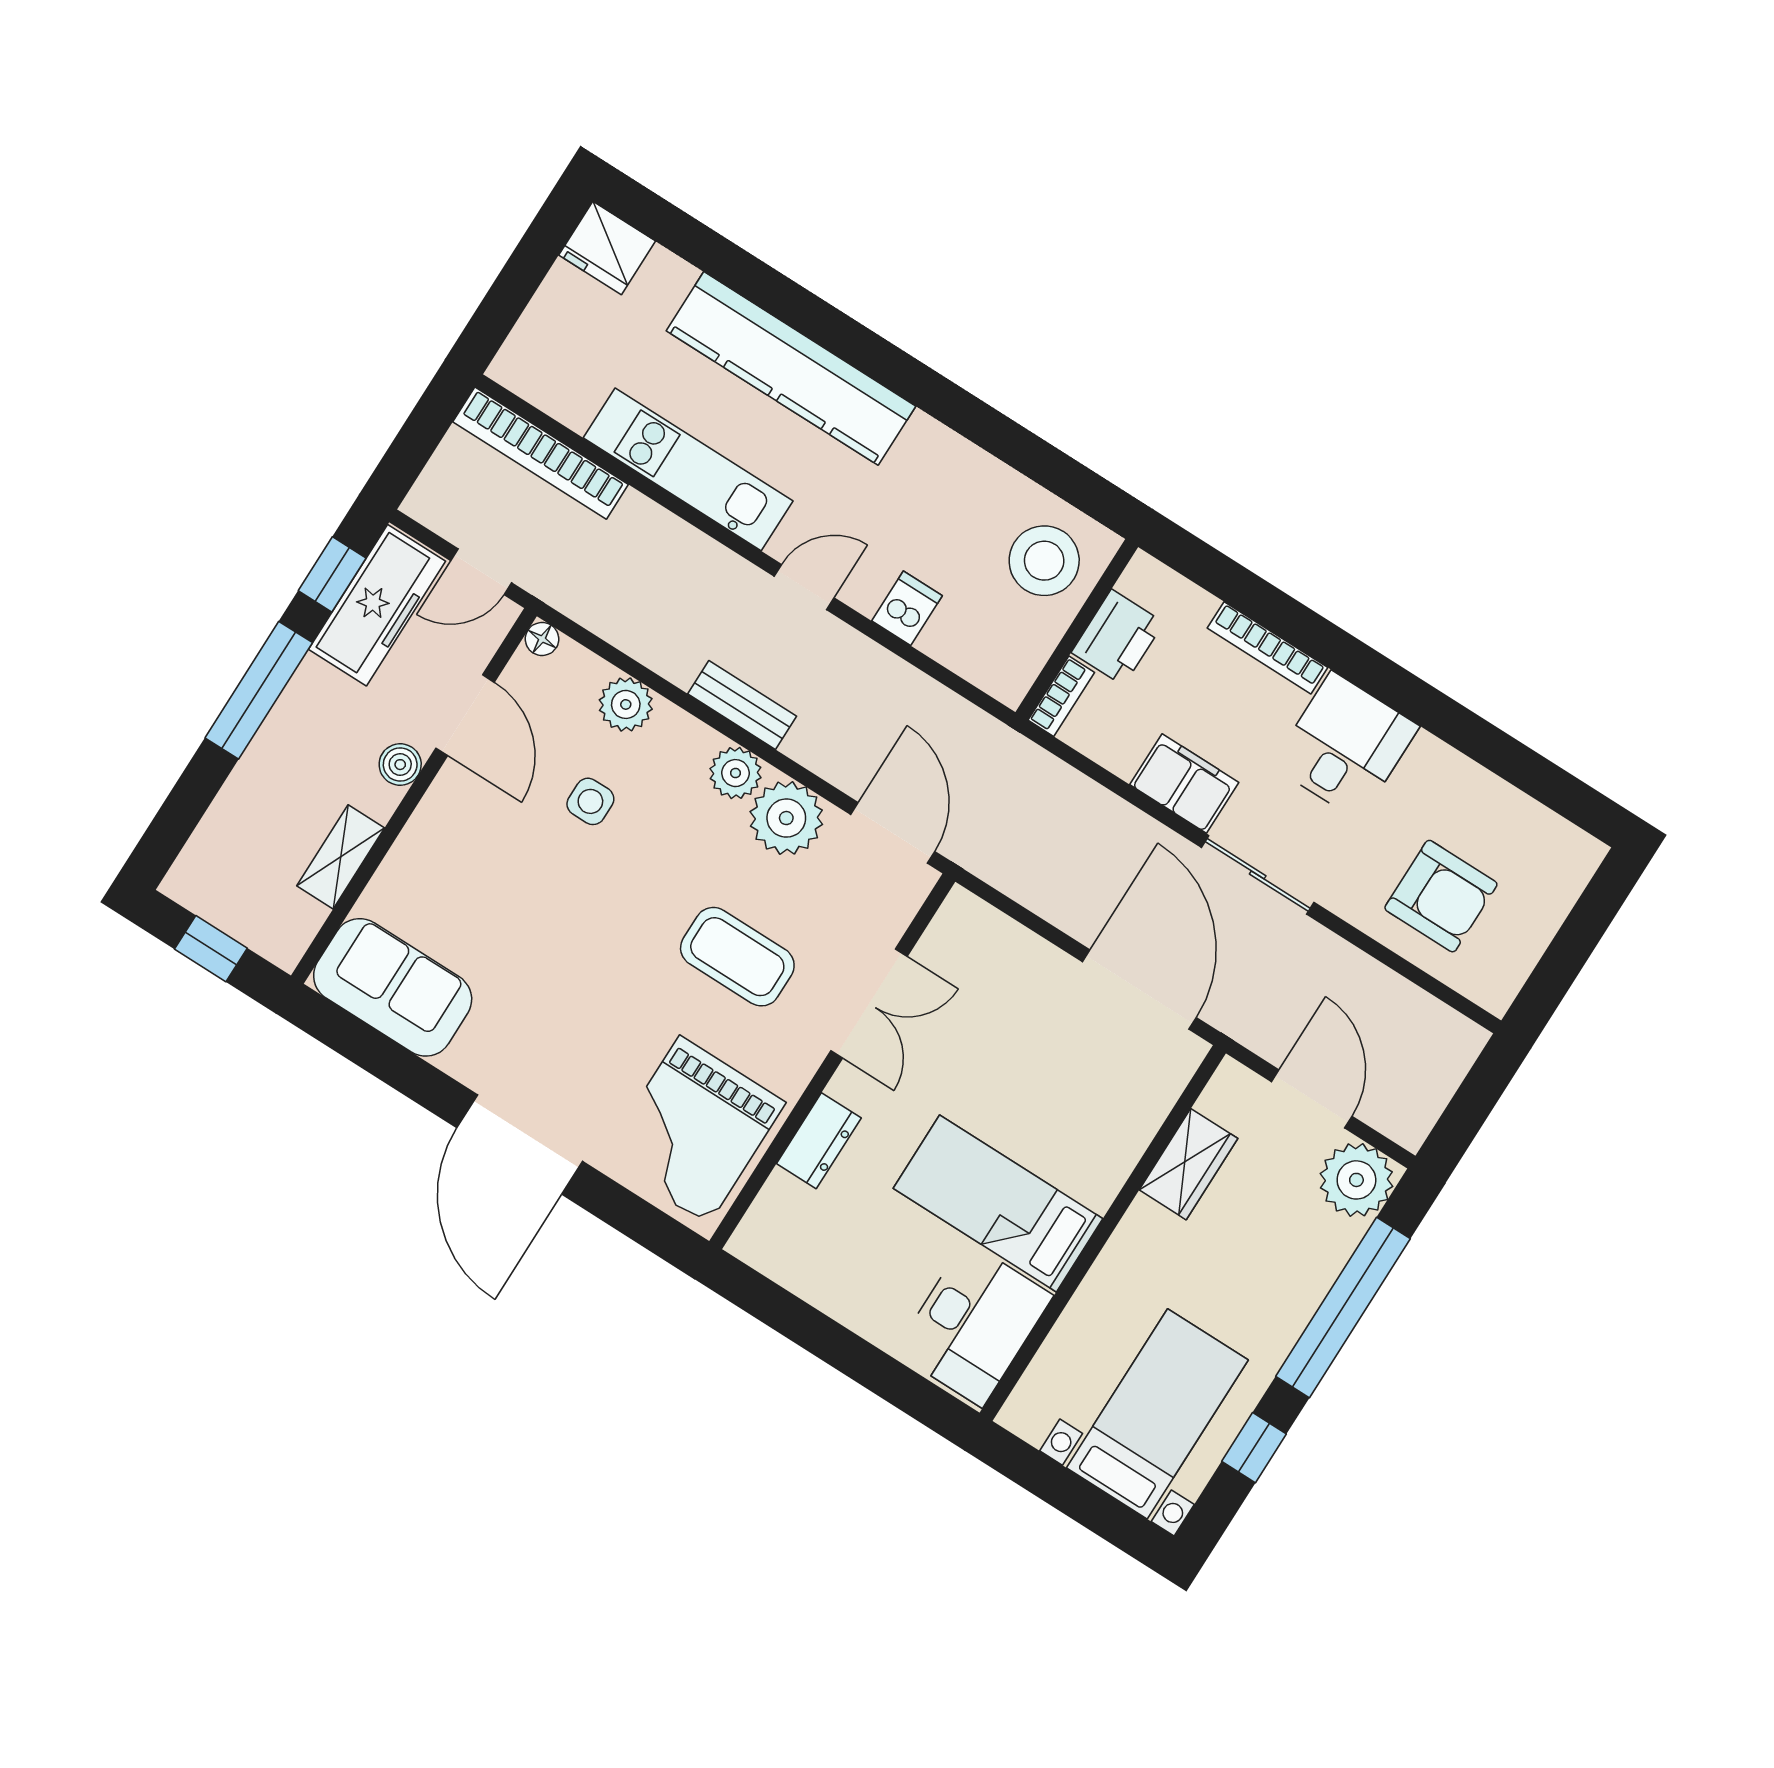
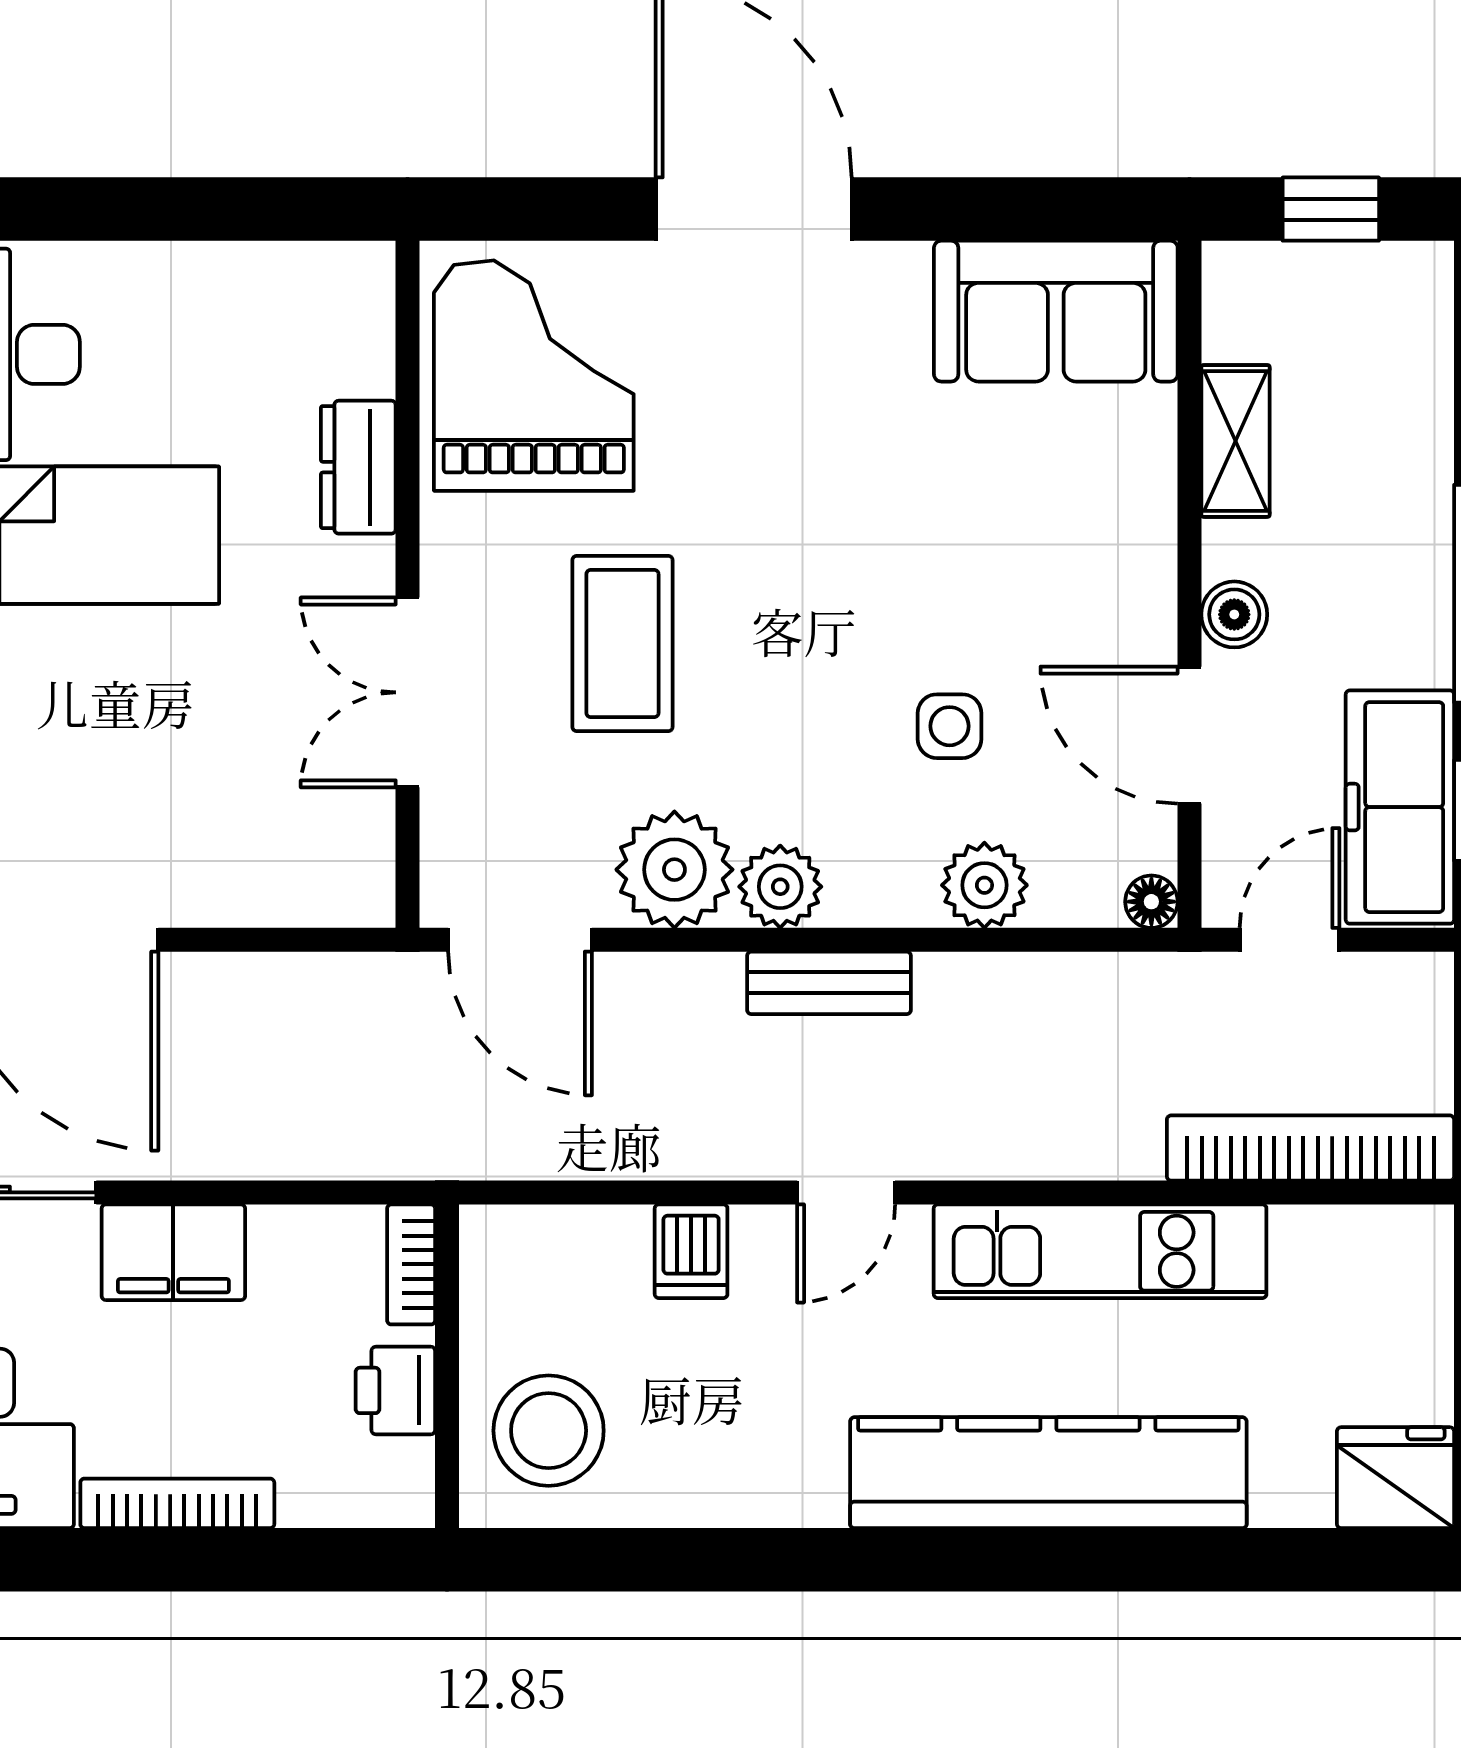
printer: (1118, 637) -> (395, 1390), width x0.73, depth x0.81
coffee table: (737, 957) -> (622, 644), turned 90

